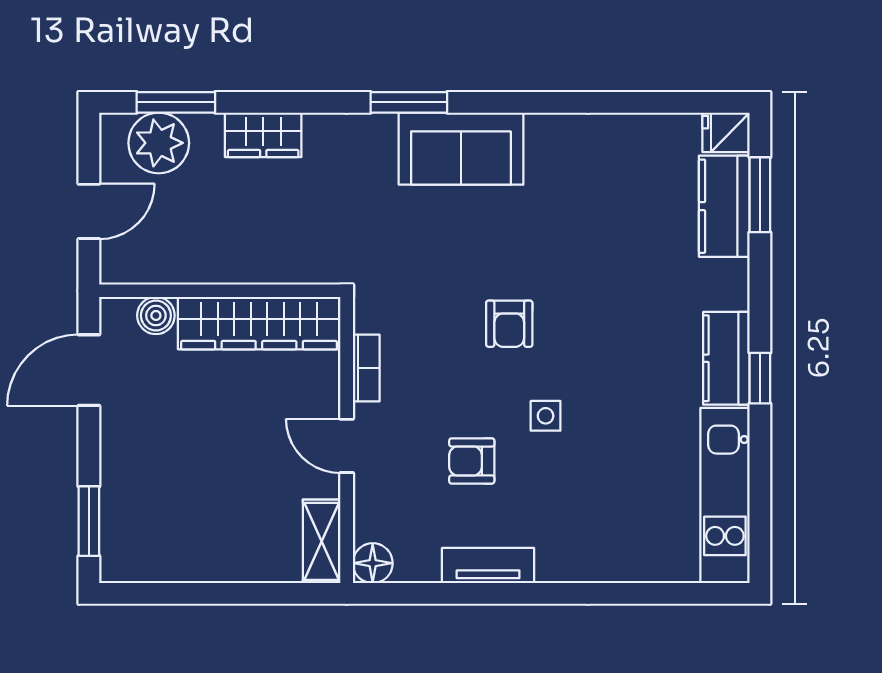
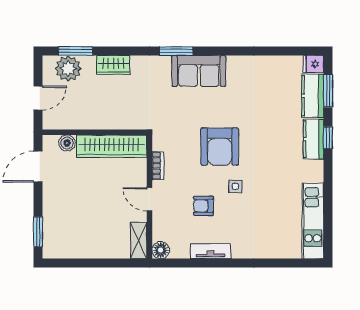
armchair: (509, 324) -> (220, 147), width x1.88, depth x1.88
kitchen counter: (726, 358) -> (313, 139), moved
window: (760, 378) -> (328, 138), moved

